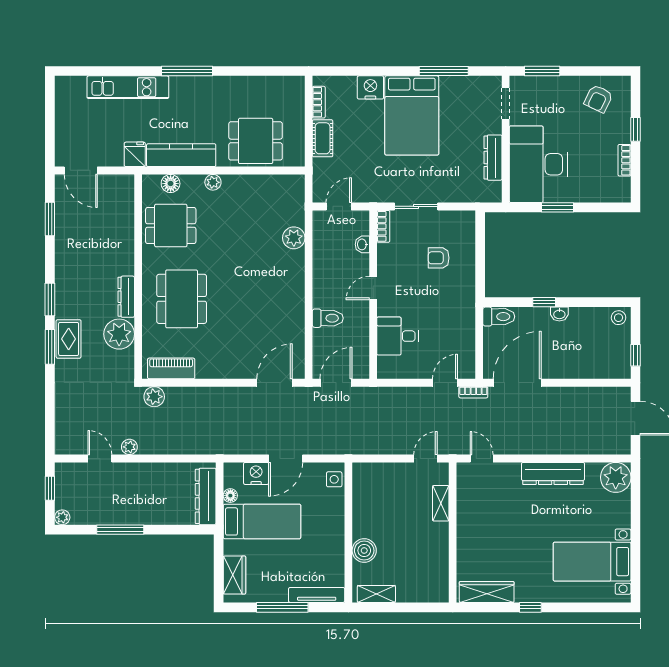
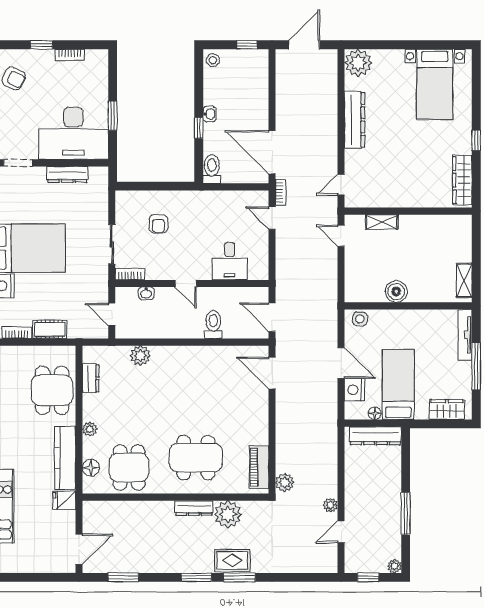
dresser: (269, 183) -> (91, 378), added
boiler: (364, 551) -> (396, 292), moved

